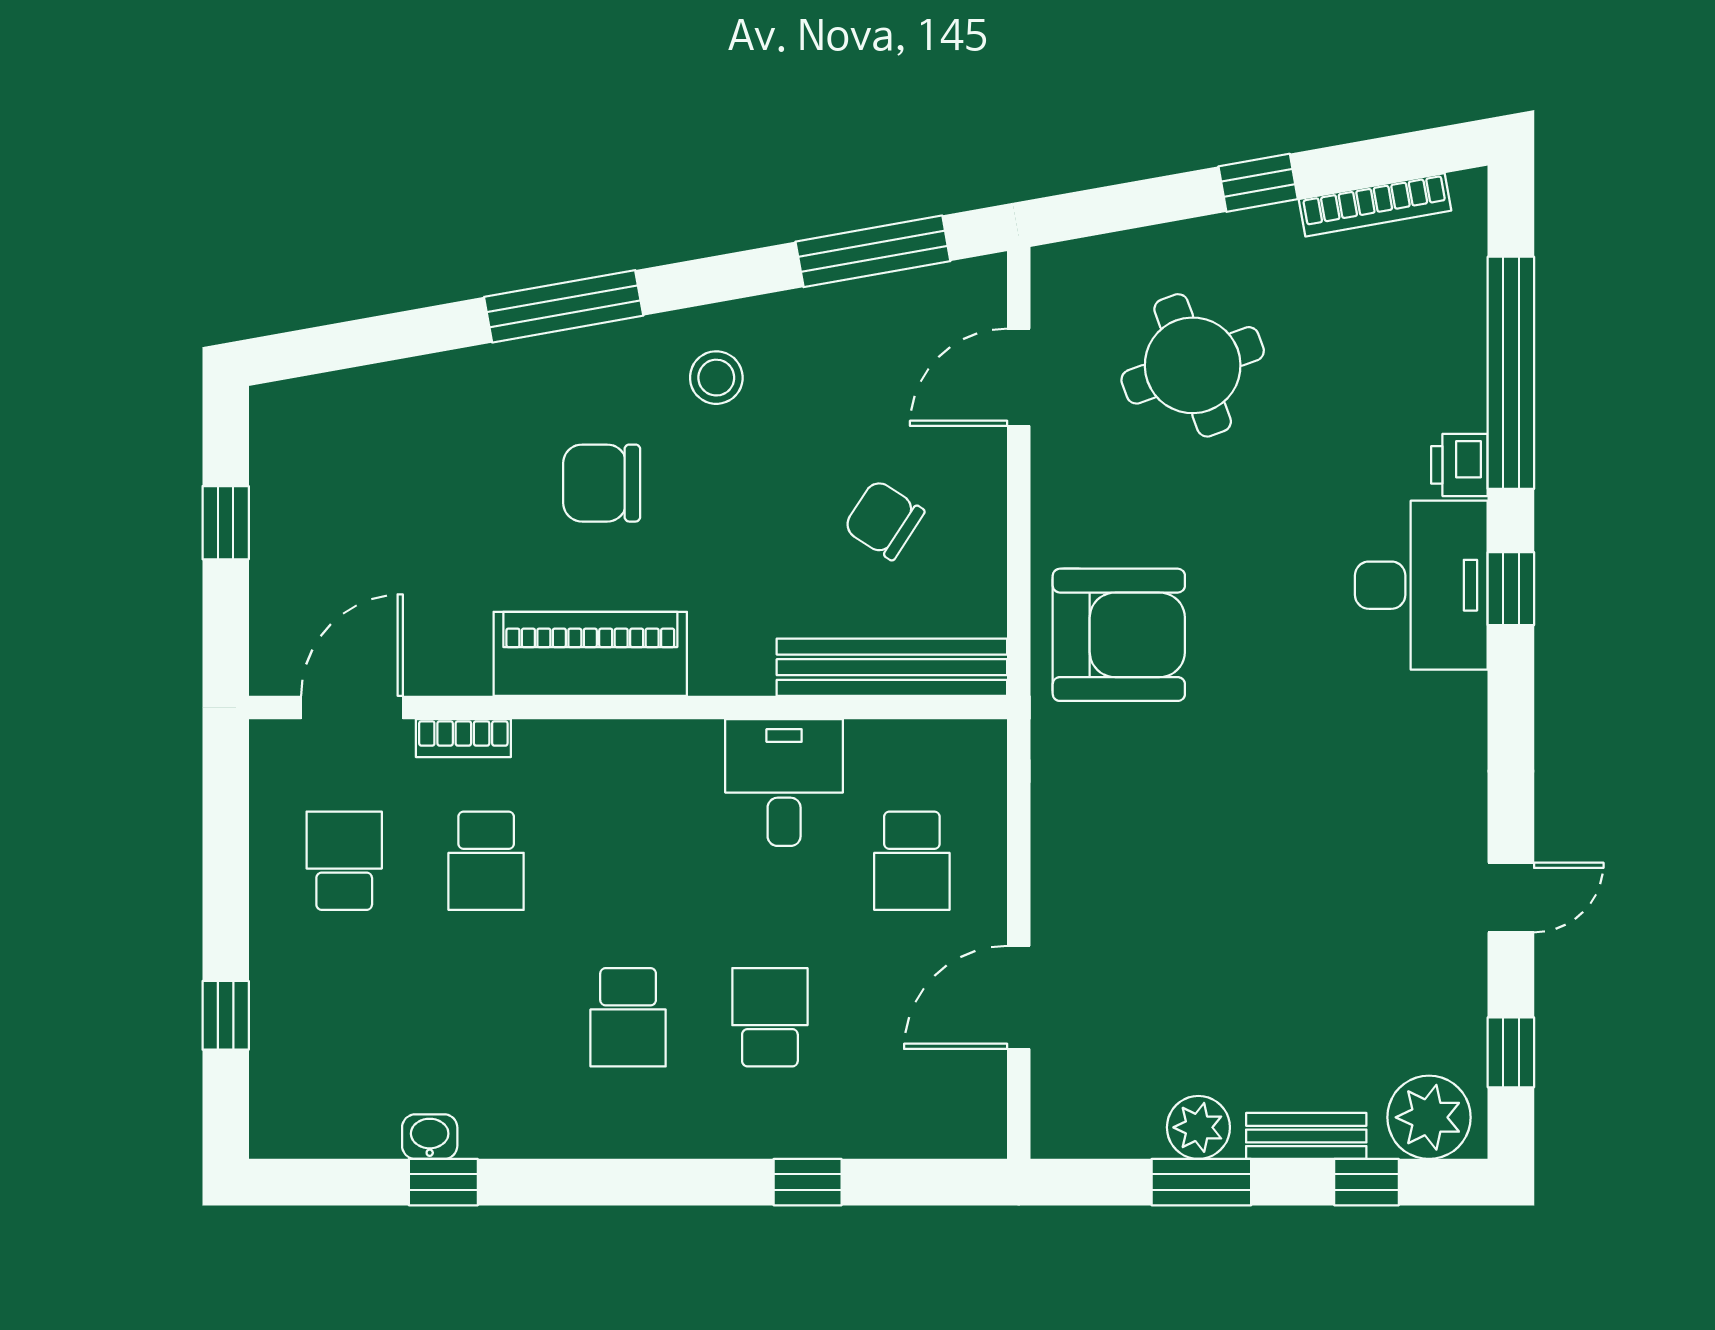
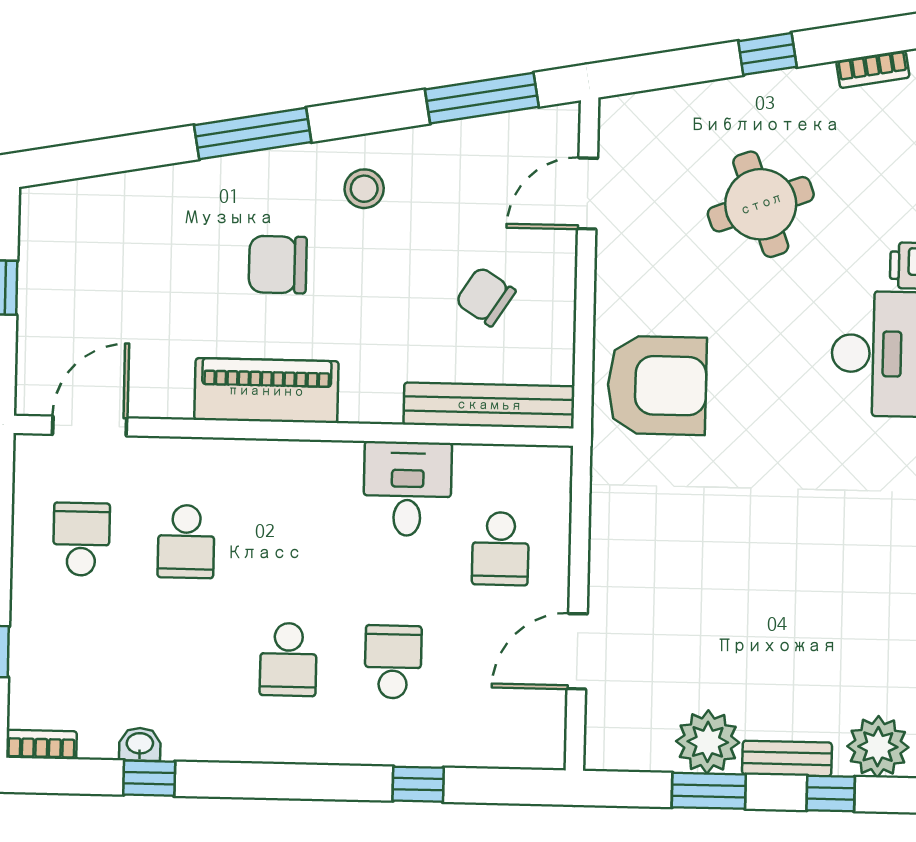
bookcase: (1375, 205) -> (873, 69), width x0.64
round table: (1193, 365) -> (761, 204), moved
bookcase: (463, 738) -> (41, 744), moved, turned 180
plant: (1198, 1127) -> (708, 742), width x1.36, depth x1.36

